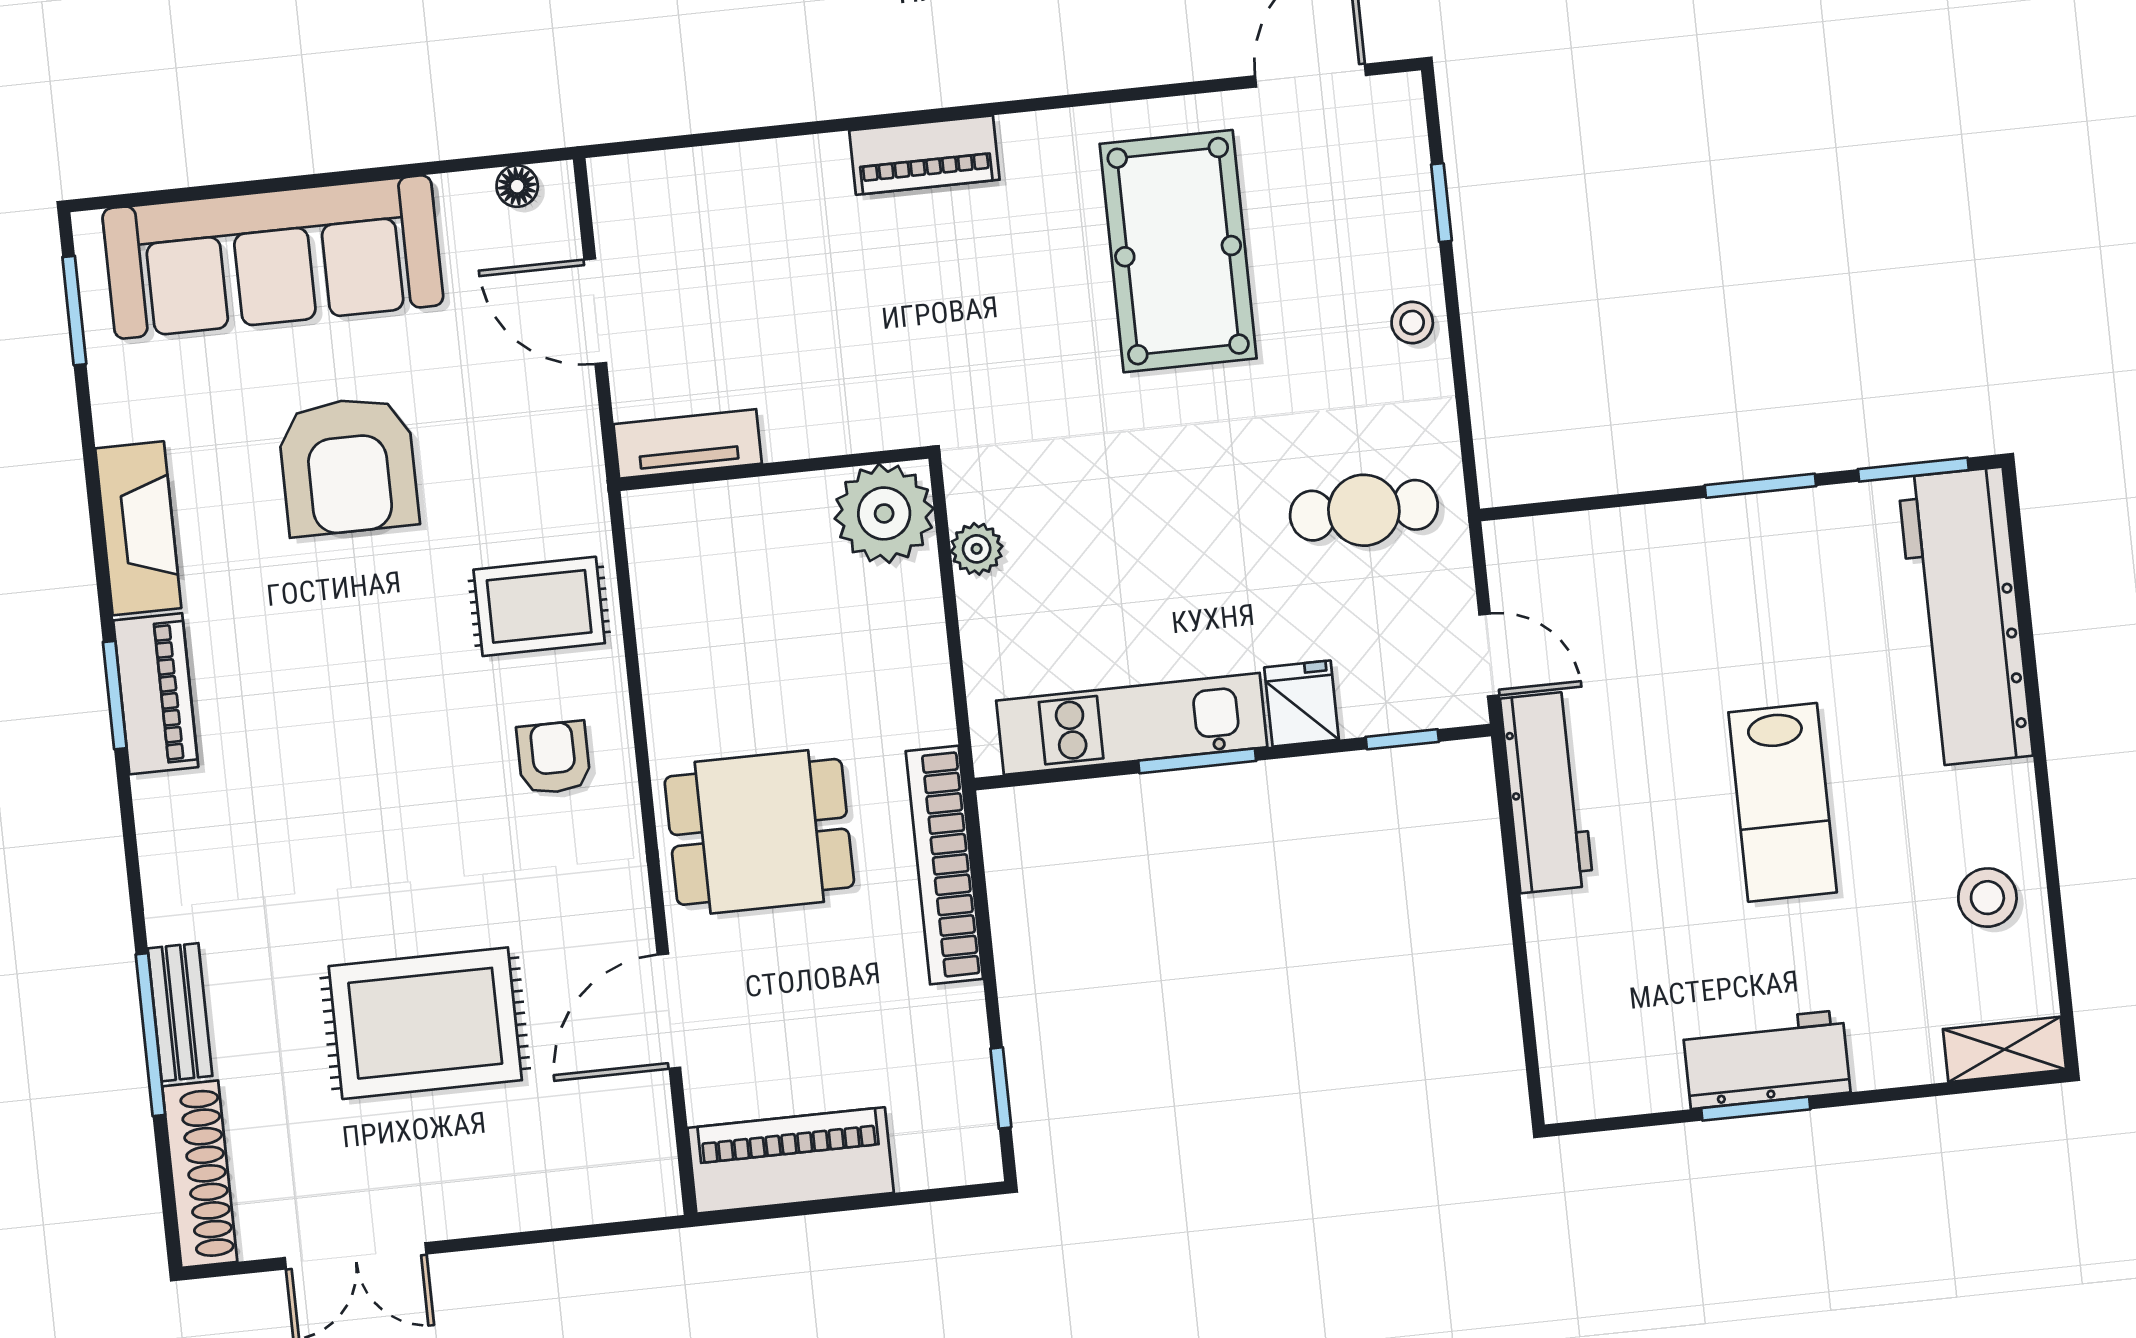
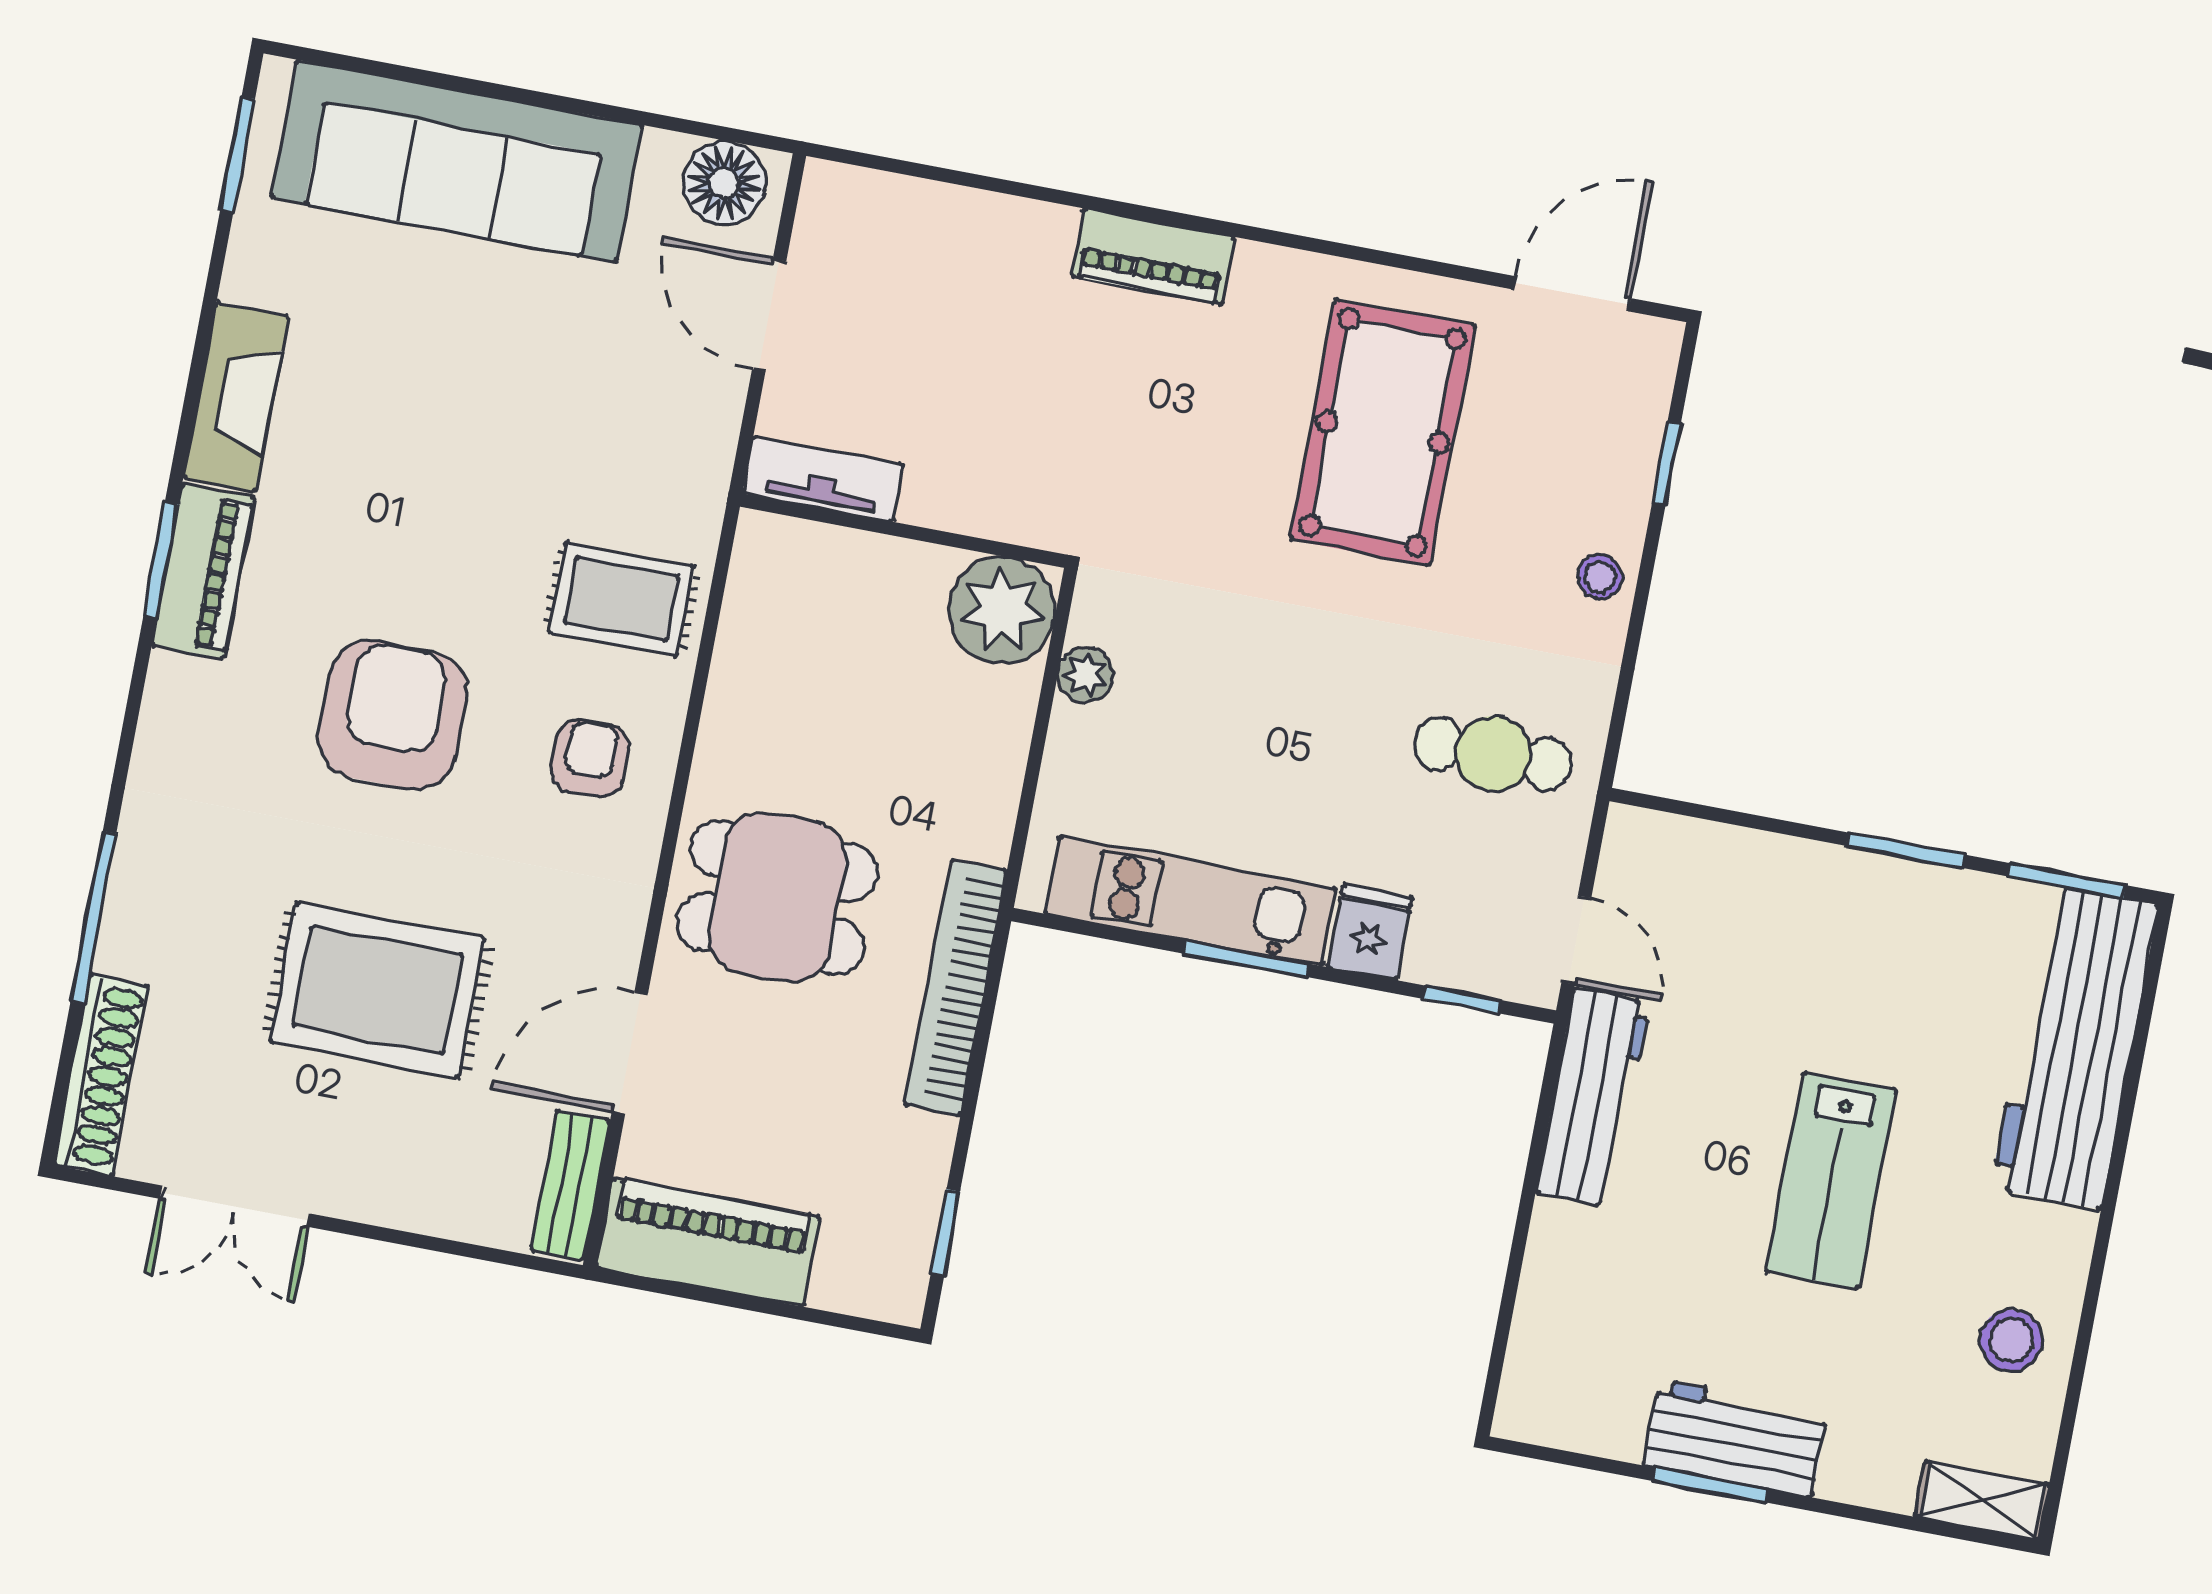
floor lamp: (517, 186) -> (724, 183), width x1.89, depth x1.89
armchair: (348, 466) -> (393, 715), moved, turned 180
bench: (180, 1012) -> (570, 1185), moved

